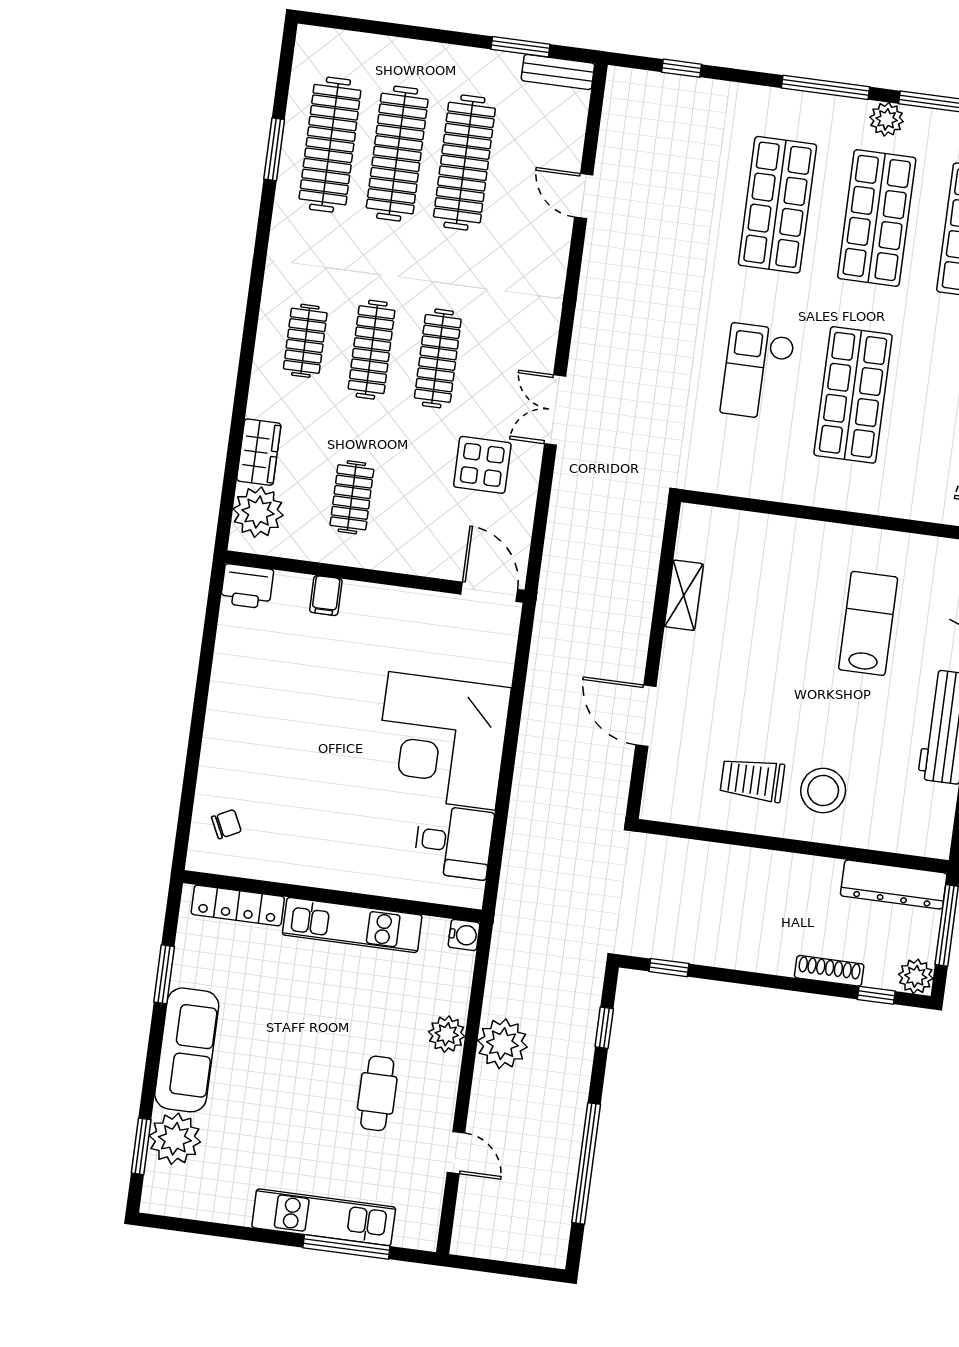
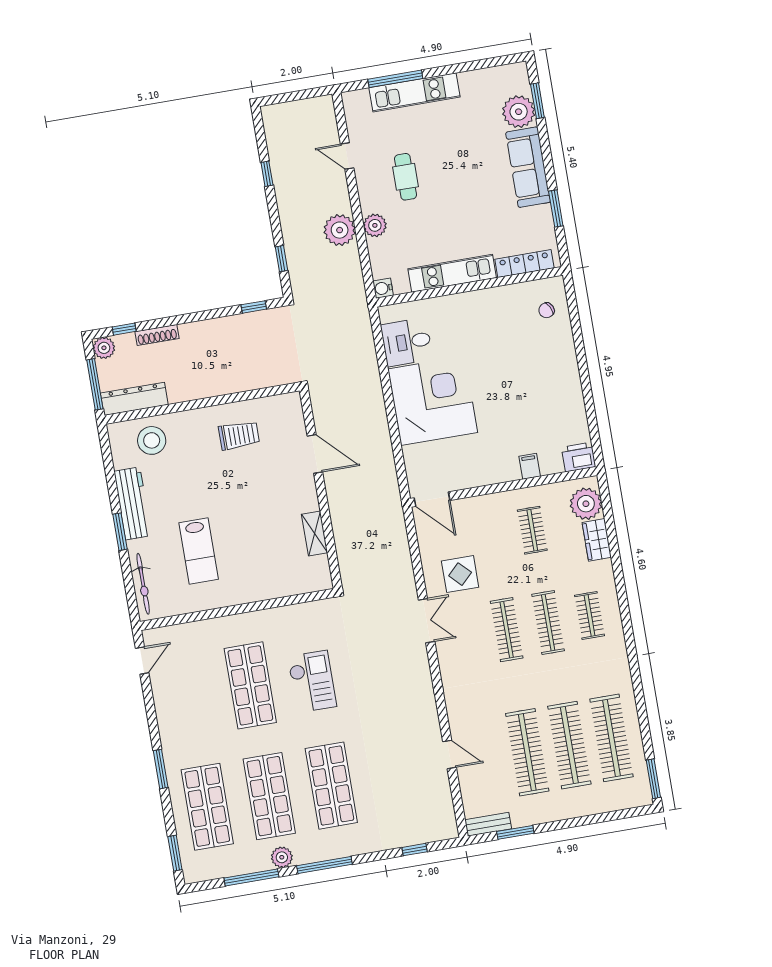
window: (274, 149) -> (653, 779), moved
stool: (823, 791) -> (152, 440), moved
window: (586, 1163) -> (267, 174), width x0.32

